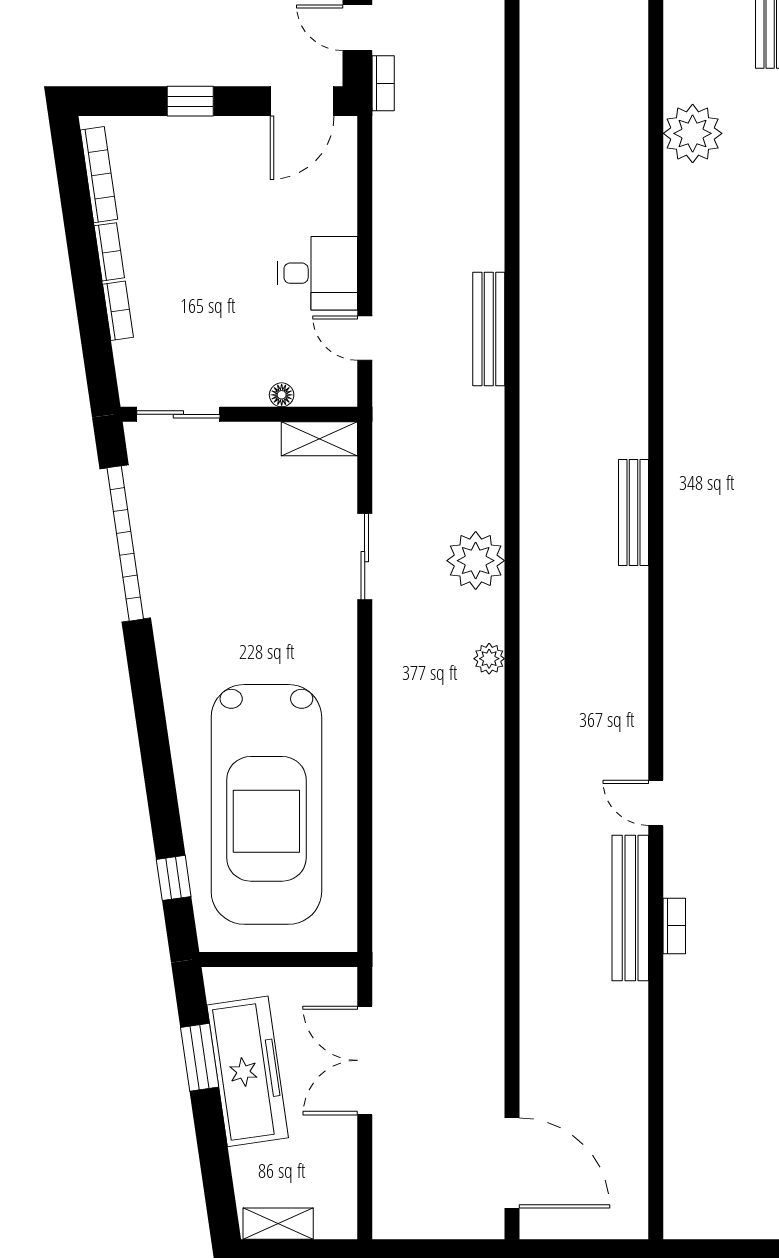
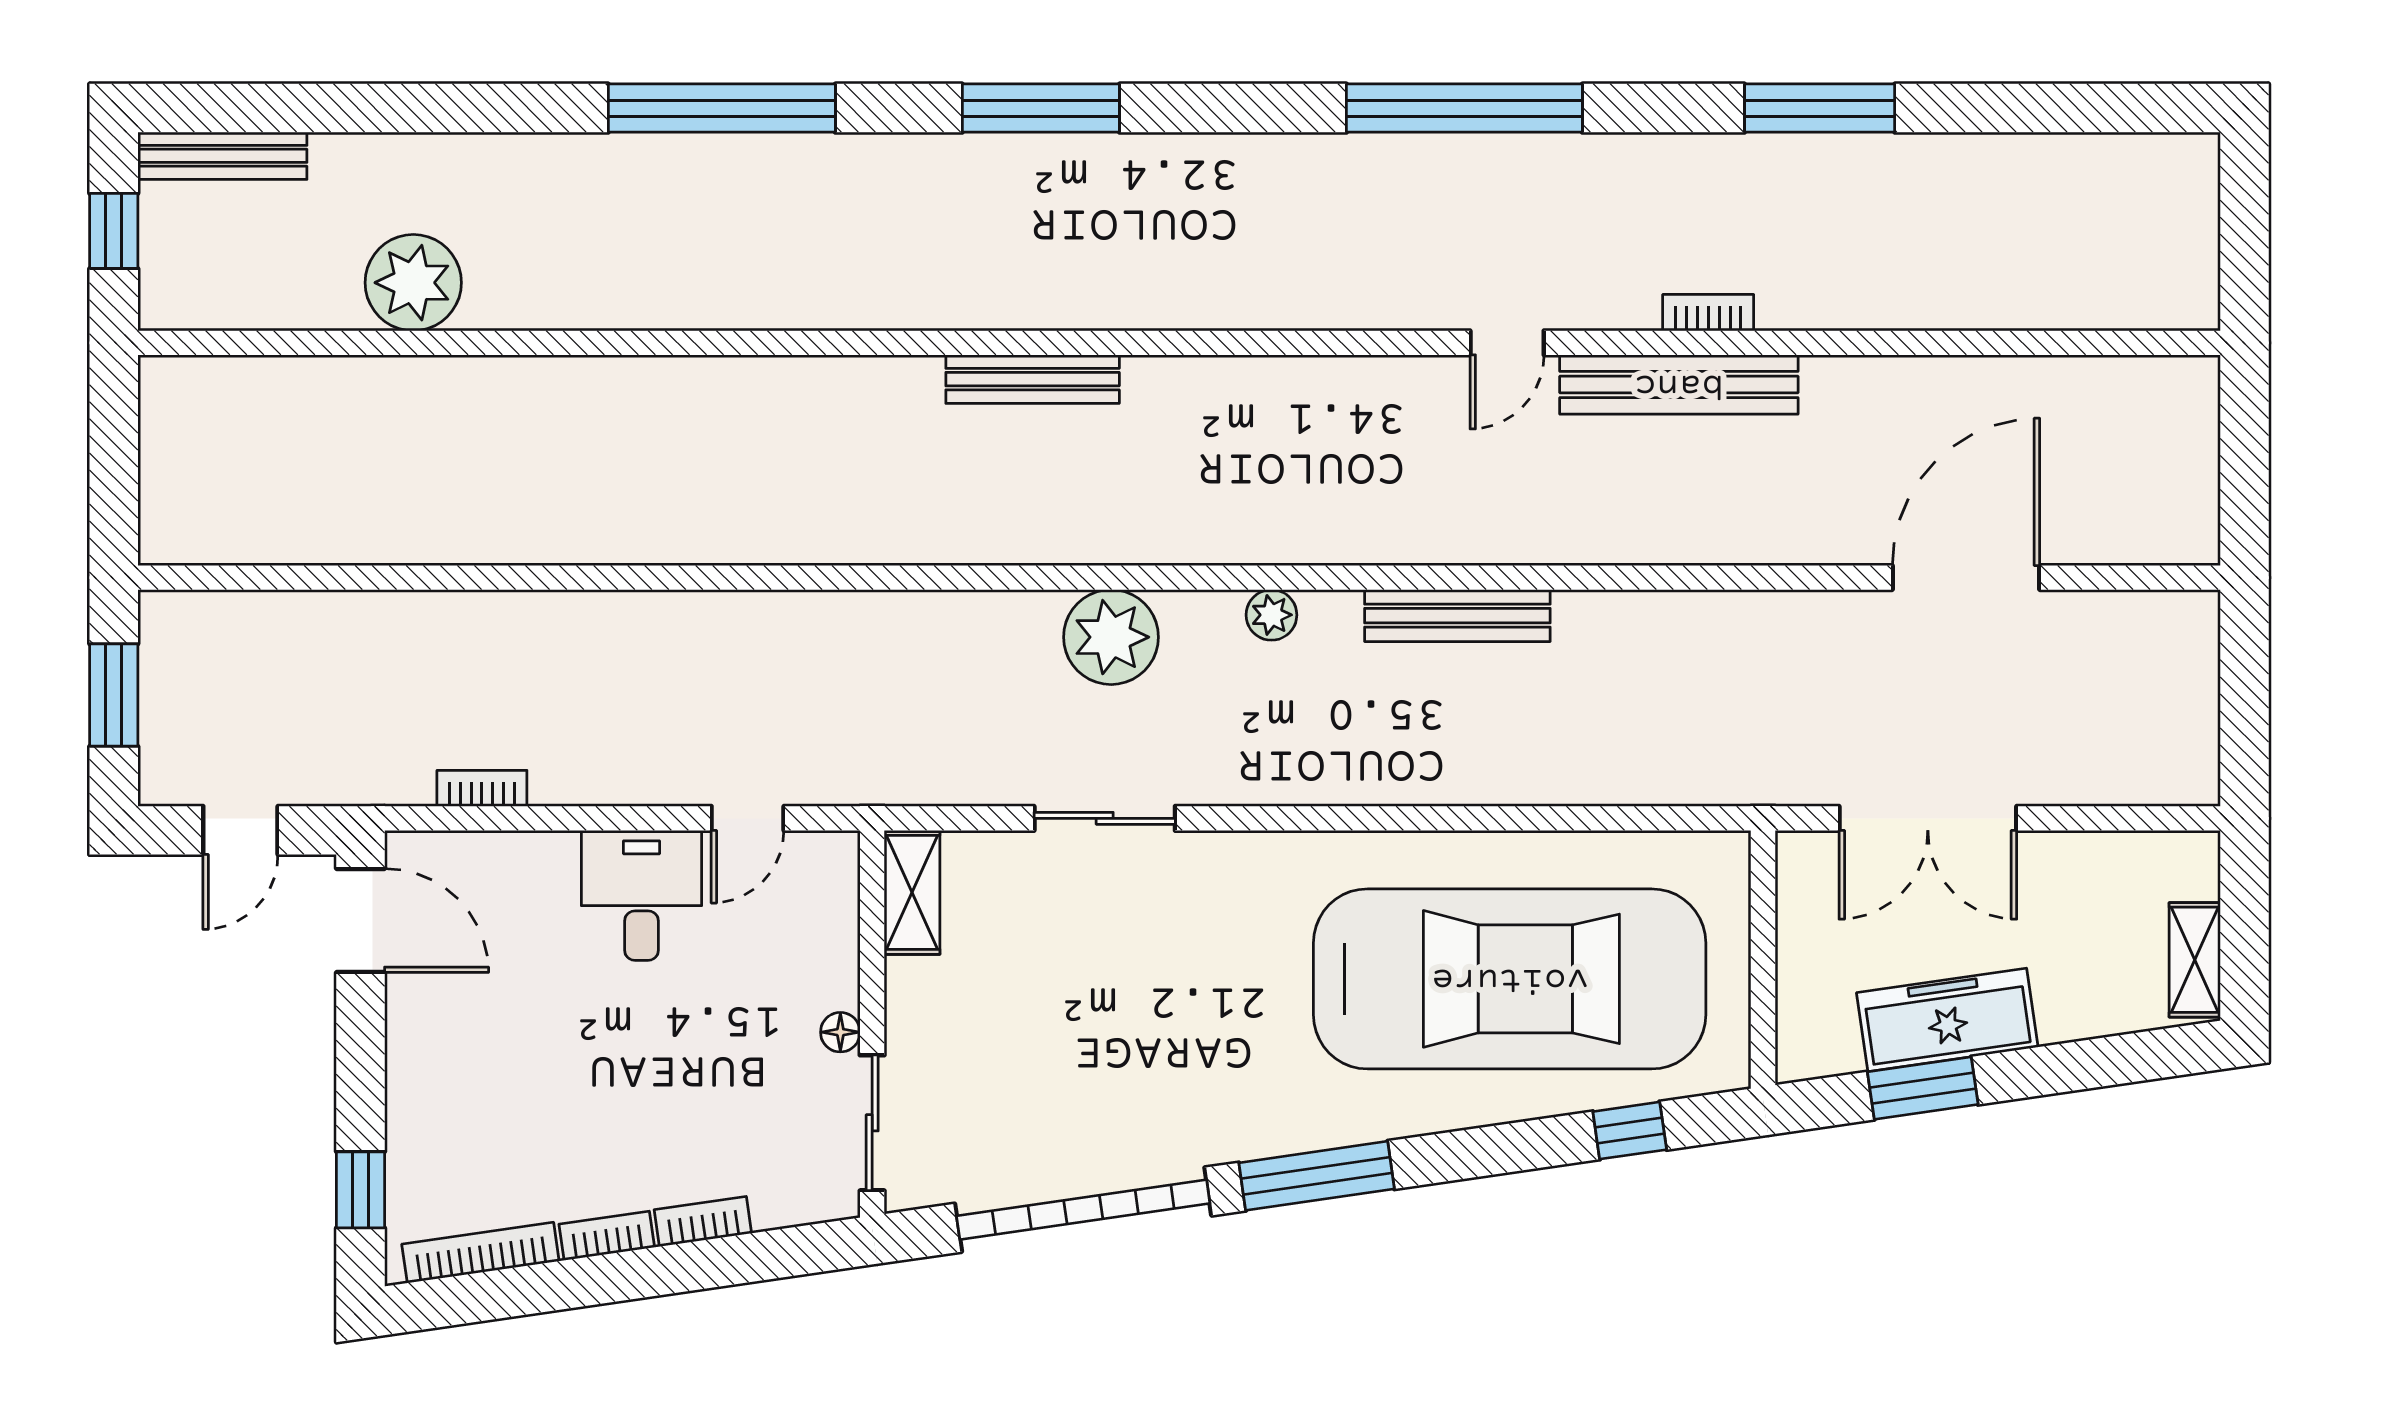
bookcase: (383, 83) -> (482, 788), moved
window: (190, 101) -> (361, 1190), moved
bench: (489, 329) -> (1457, 616), moved
floor lamp: (282, 395) -> (840, 1032), moved
window: (146, 686) -> (1317, 1176), added
freezer: (248, 1071) -> (1947, 1020), width x0.73, depth x0.79
door: (512, 1163) -> (1966, 578), moved

